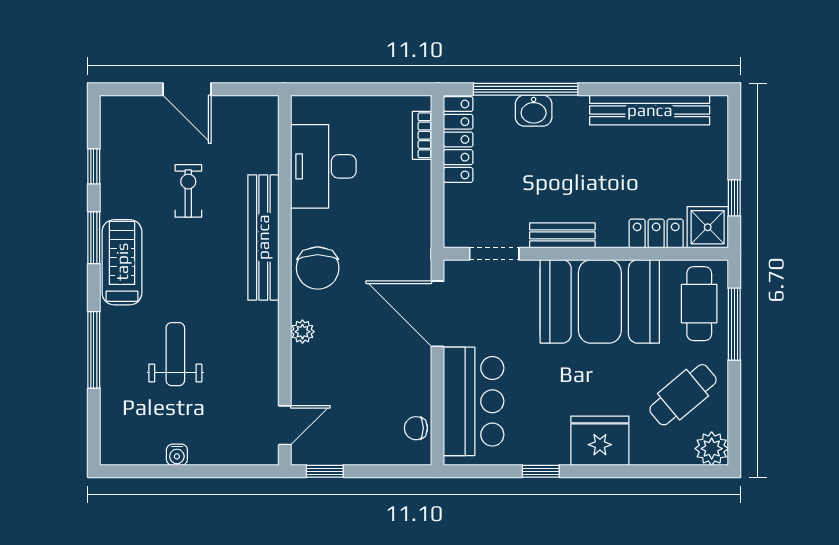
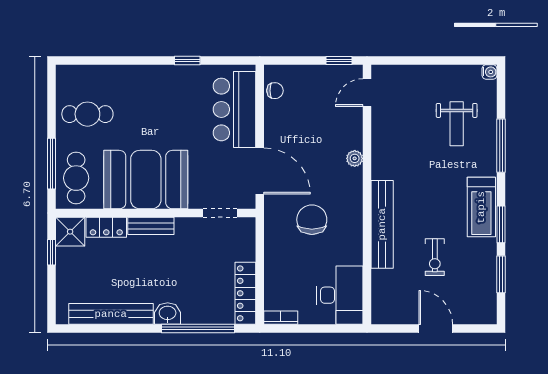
washbasin: (534, 111) -> (168, 314), moved
bookcase: (422, 135) -> (281, 318), moved, turned -90
window: (94, 166) -> (501, 274), width x1.50
desk: (323, 166) -> (340, 295), moved
bench: (562, 235) -> (151, 226), moved
chair: (318, 268) -> (312, 220), moved
weight bench: (175, 354) -> (457, 124), moved
cafe table: (683, 395) -> (87, 114), turned 40
fridge: (600, 441) -> (146, 82), removed
plant: (712, 449) -> (67, 76), removed
water cooler: (177, 455) -> (490, 72), moved, turned 90

